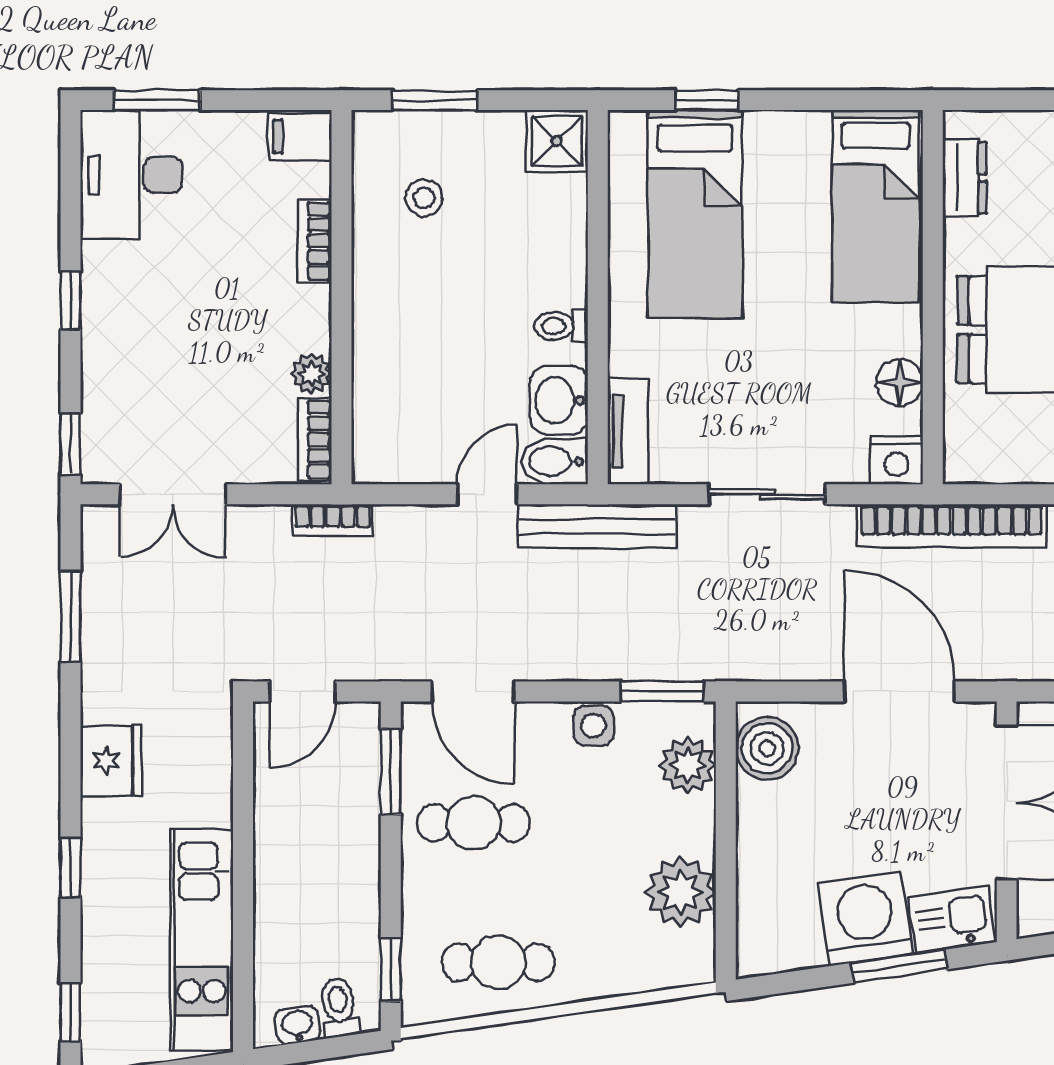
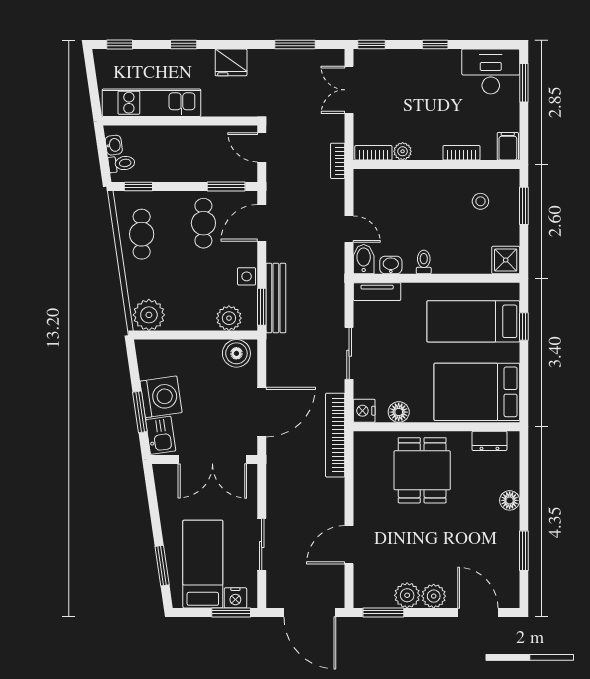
bed: (876, 206) -> (477, 392), width x1.50
washbasin: (559, 400) -> (391, 265), width x0.72, depth x0.69
bench: (597, 526) -> (276, 298), moved
plant: (680, 892) -> (149, 315), moved

